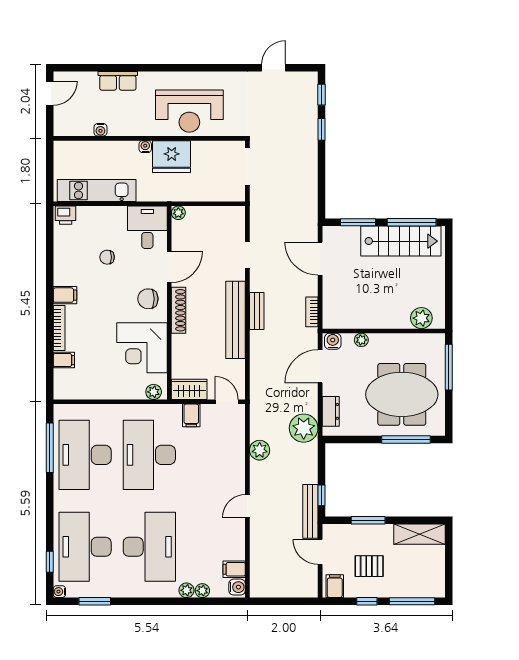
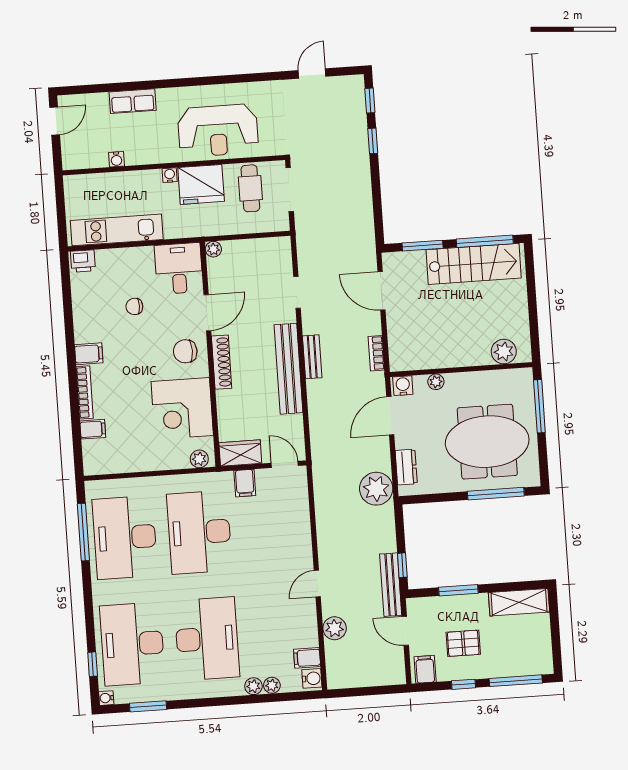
cafe table: (214, 163) -> (250, 188), added
plant: (260, 450) -> (335, 628), moved

